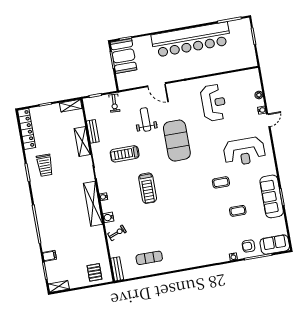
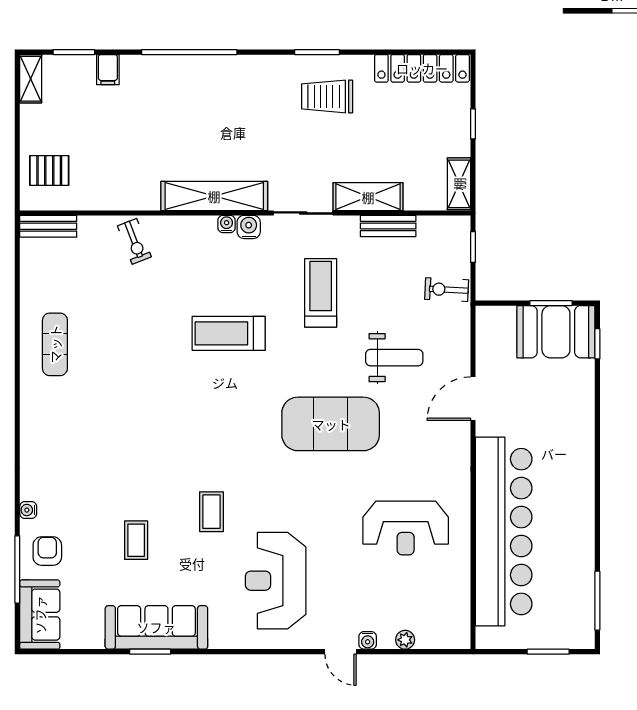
bar counter: (191, 40) -> (504, 532), moved, turned 180
water cooler: (108, 217) -> (249, 227), moved
exercise mat: (149, 258) -> (55, 344), moved

